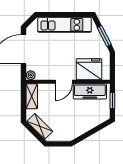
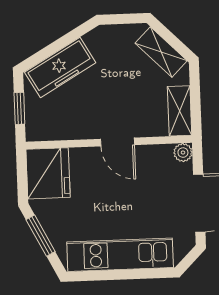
fridge: (89, 69) -> (48, 173), moved, turned -90
door: (64, 82) -> (117, 142), swing flipped
freezer: (90, 91) -> (60, 67), moved, turned 150

